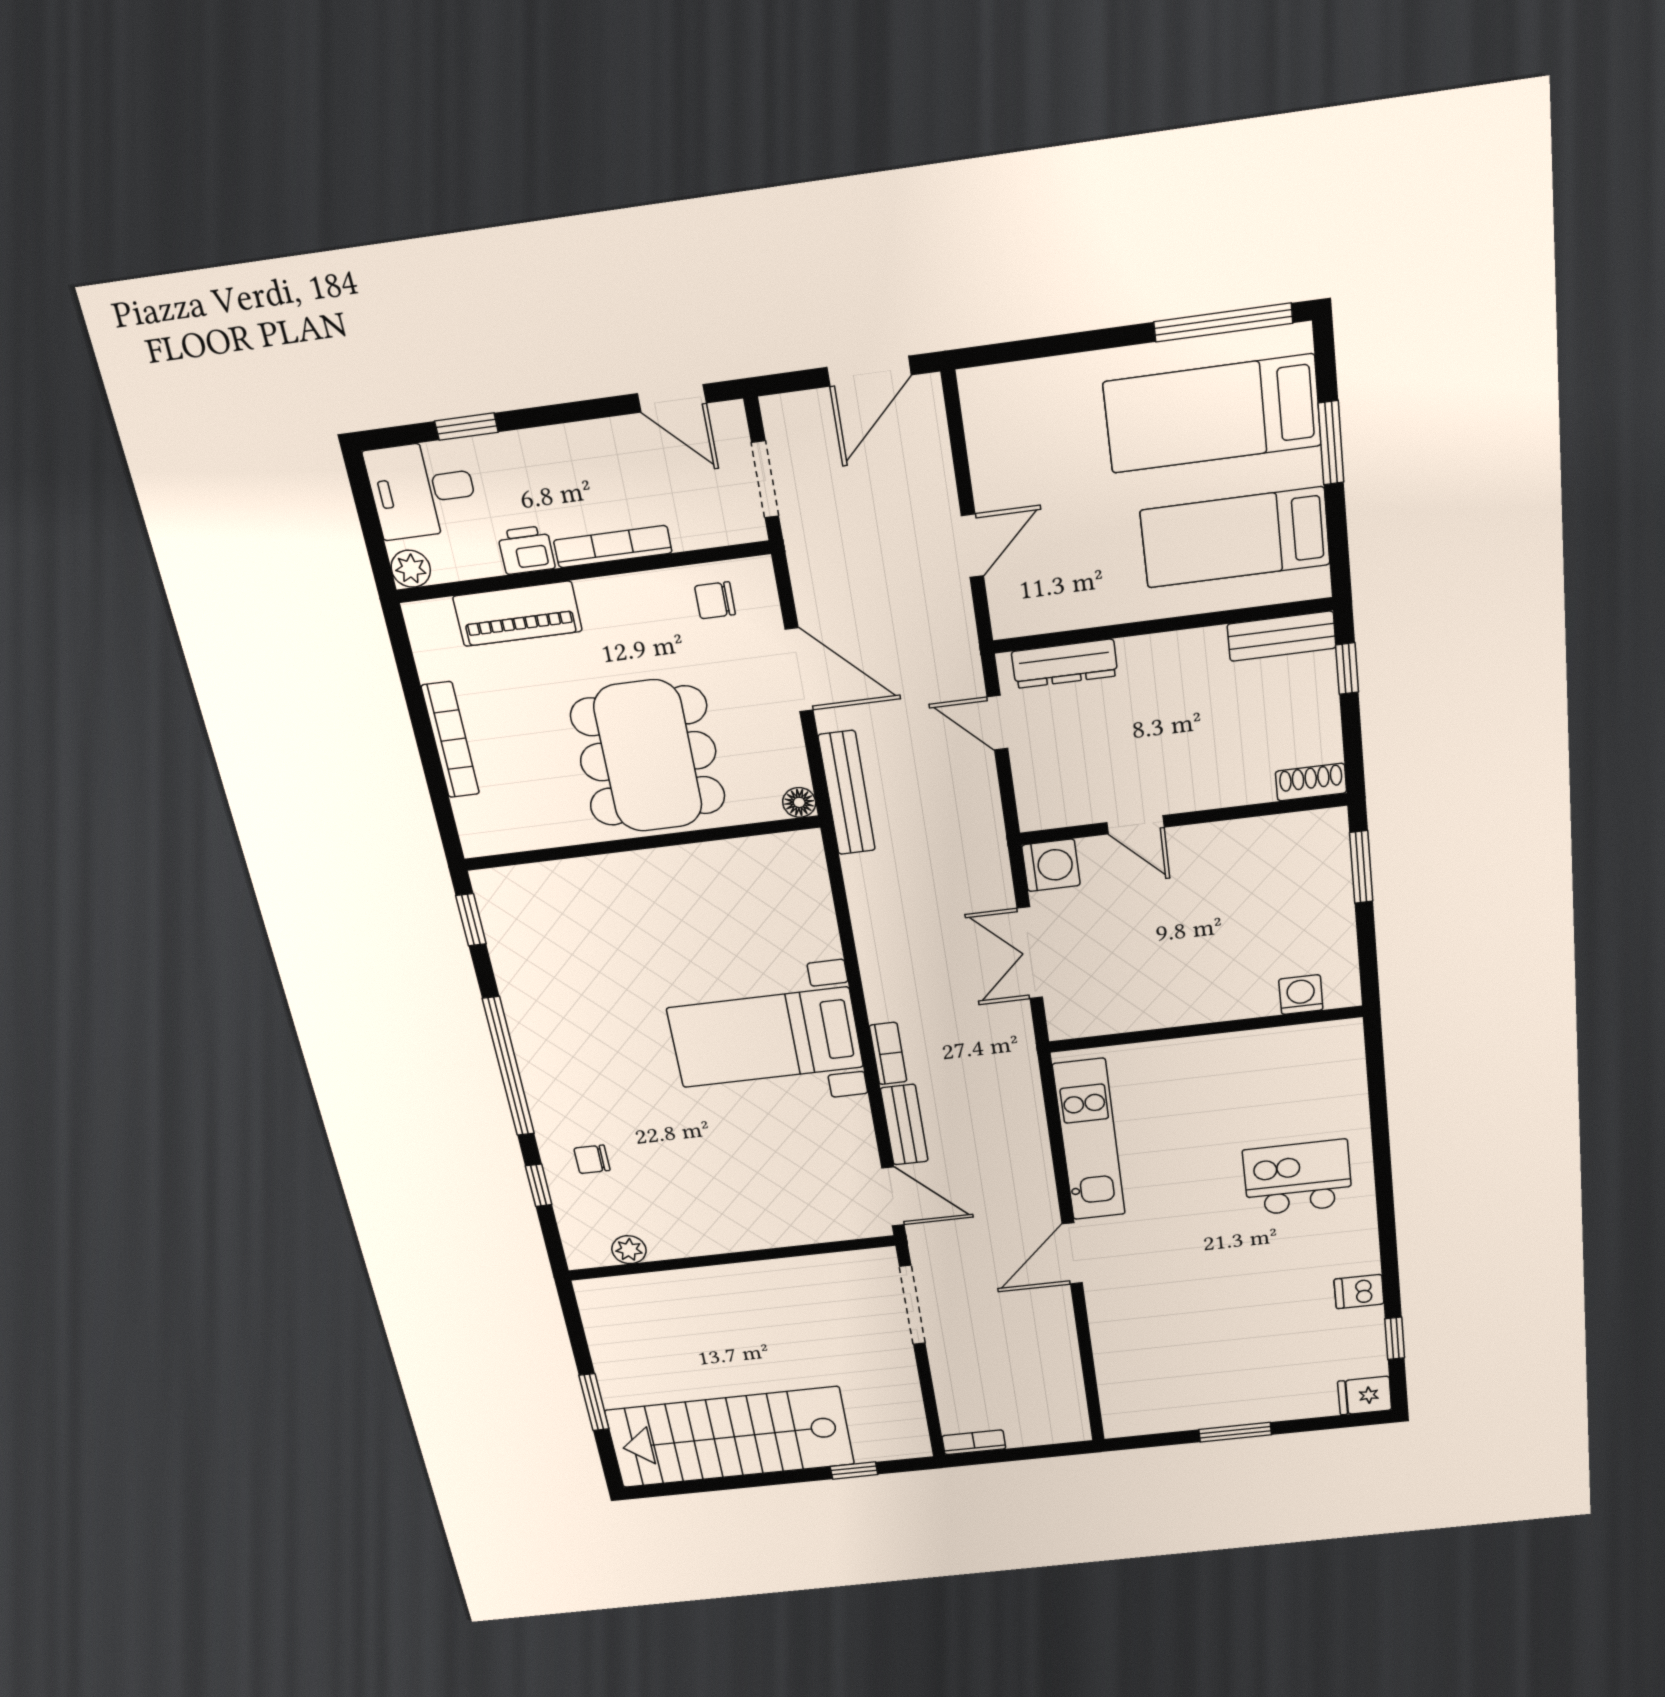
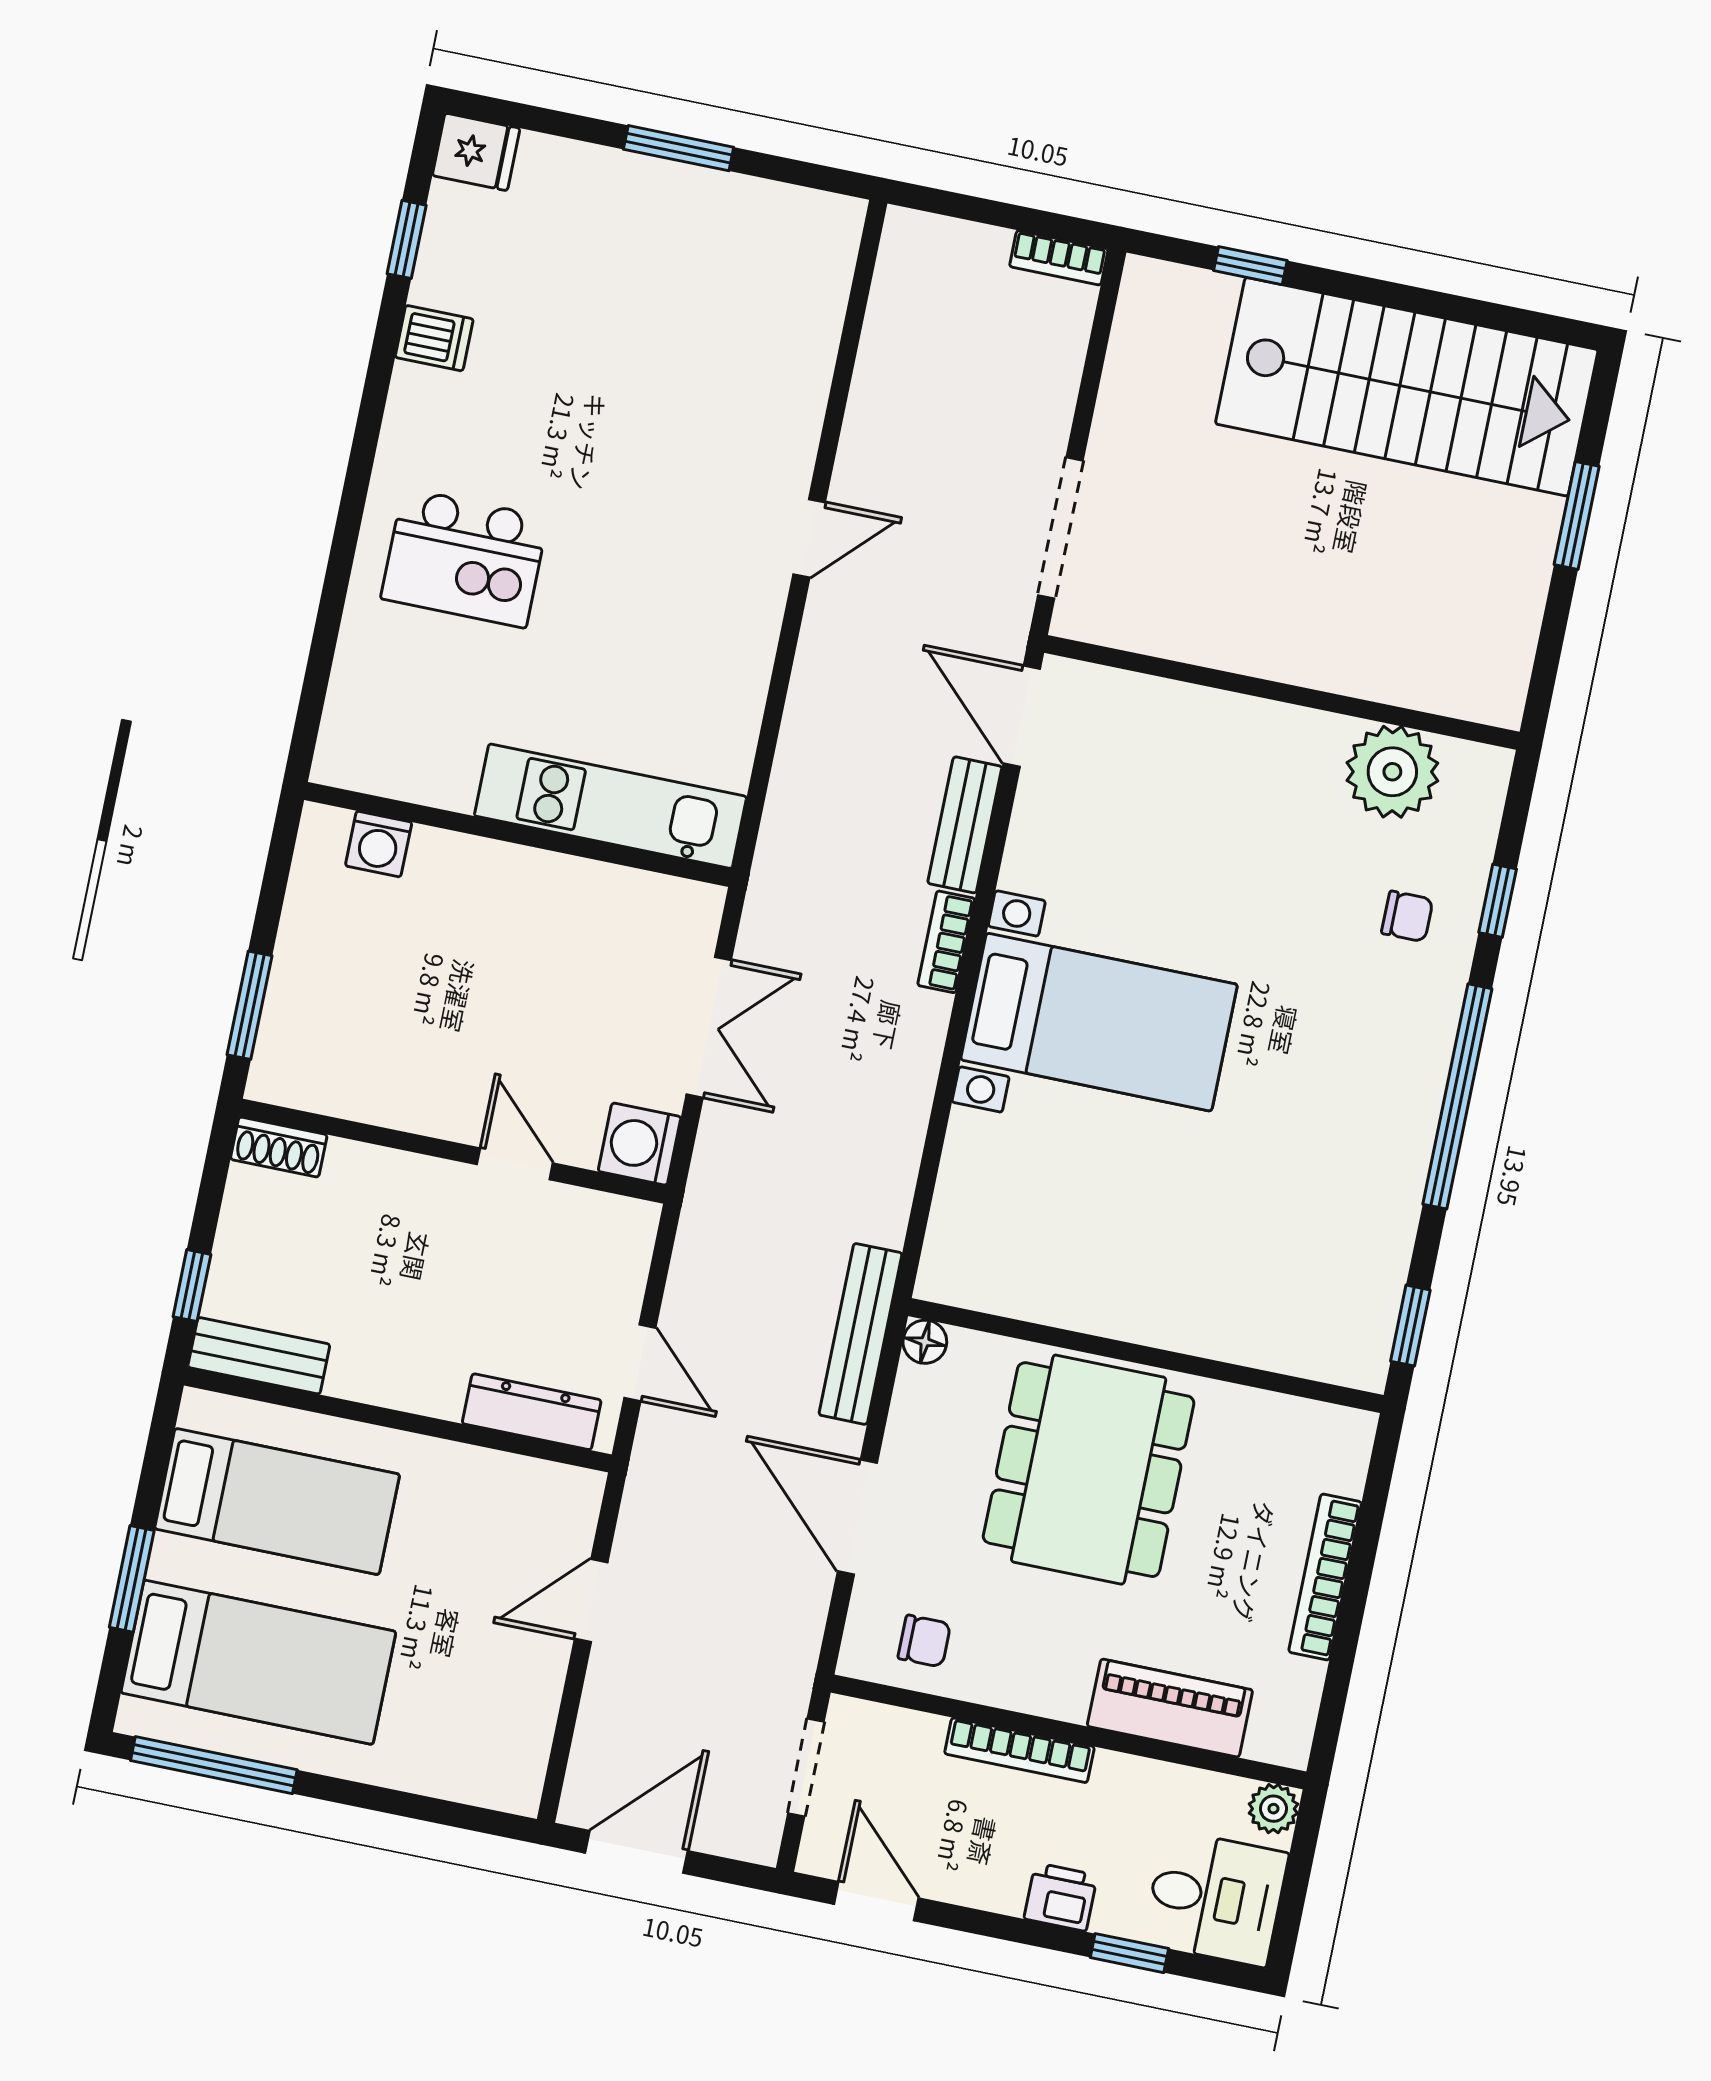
printer: (526, 550) -> (1061, 1897), moved, turned 180
kitchen unit: (1089, 1140) -> (610, 806), moved, turned 90
plant: (629, 1250) -> (1392, 772), width x1.87, depth x1.87
door: (1072, 1254) -> (809, 538), width x0.73

